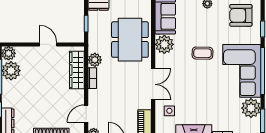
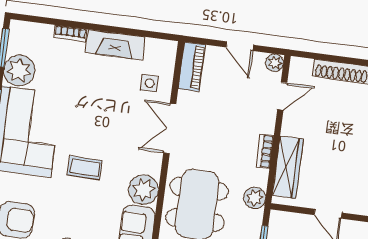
plant: (95, 60) -> (255, 198), moved

